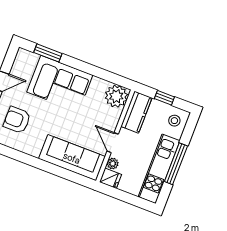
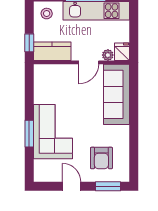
window: (48, 53) -> (29, 134), moved
plant: (116, 96) -> (45, 75), removed
window: (164, 98) -> (29, 43), moved

